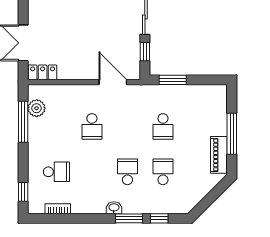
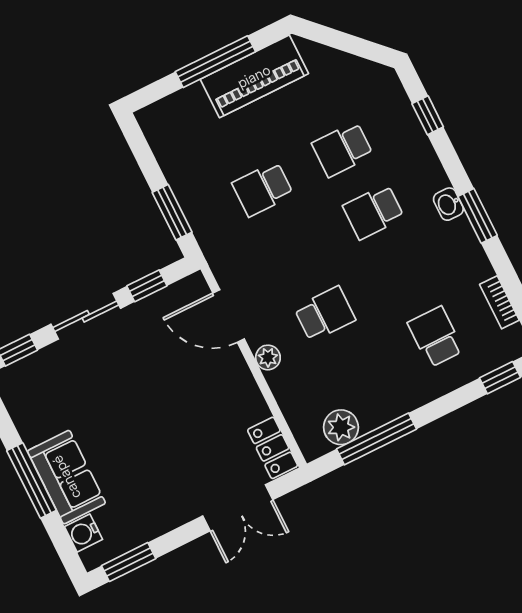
door: (113, 82) -> (229, 316), hinge flipped
plant: (85, 91) -> (268, 357), added
school desk: (163, 126) -> (263, 189), turned 180
piano: (219, 155) -> (254, 76), width x1.37, depth x1.33
window: (129, 218) -> (478, 216), moved

